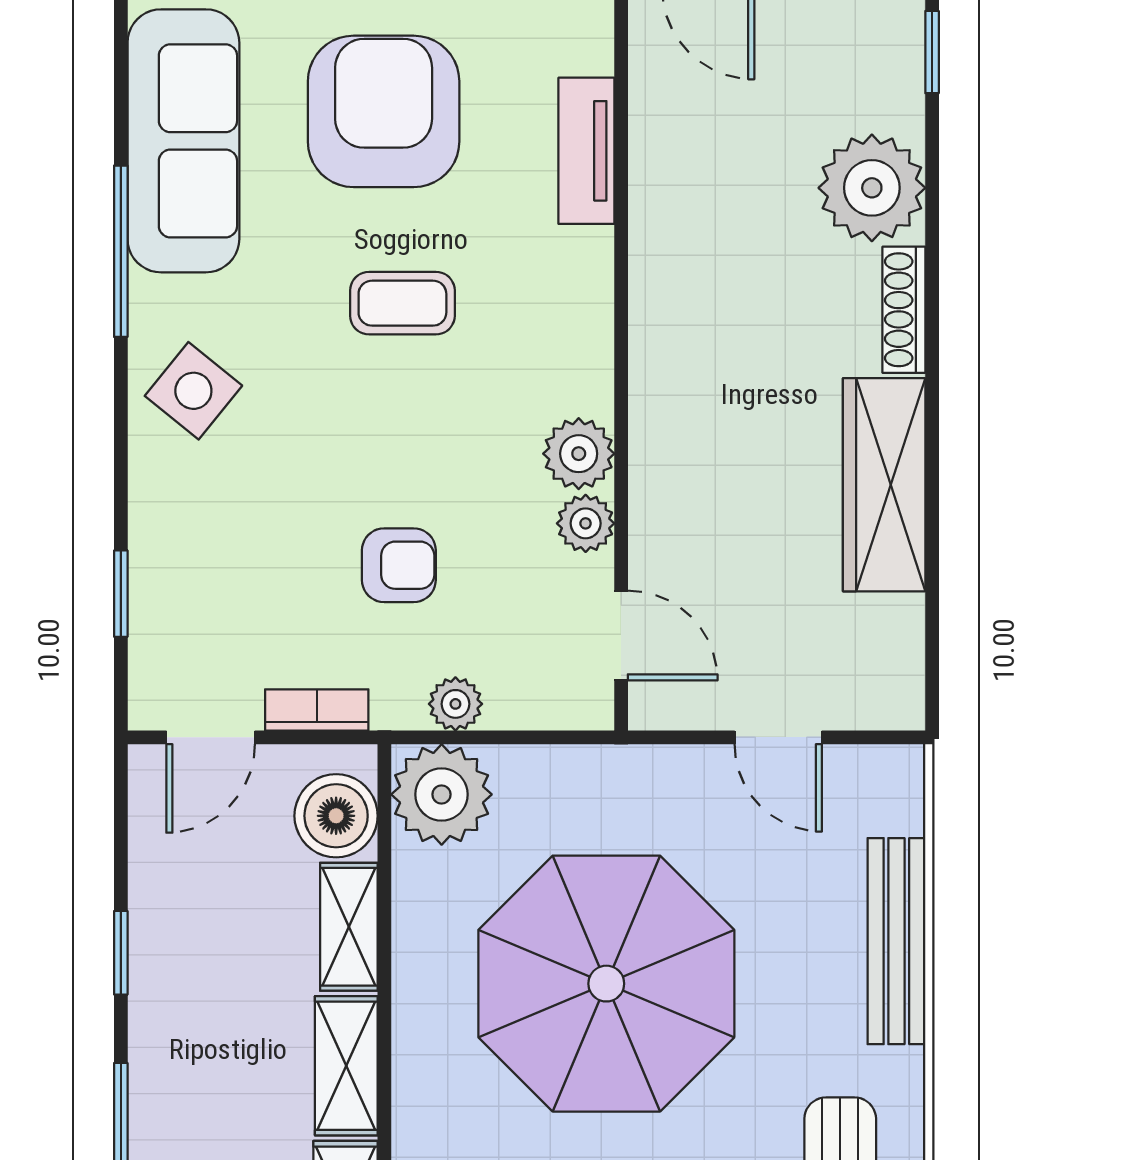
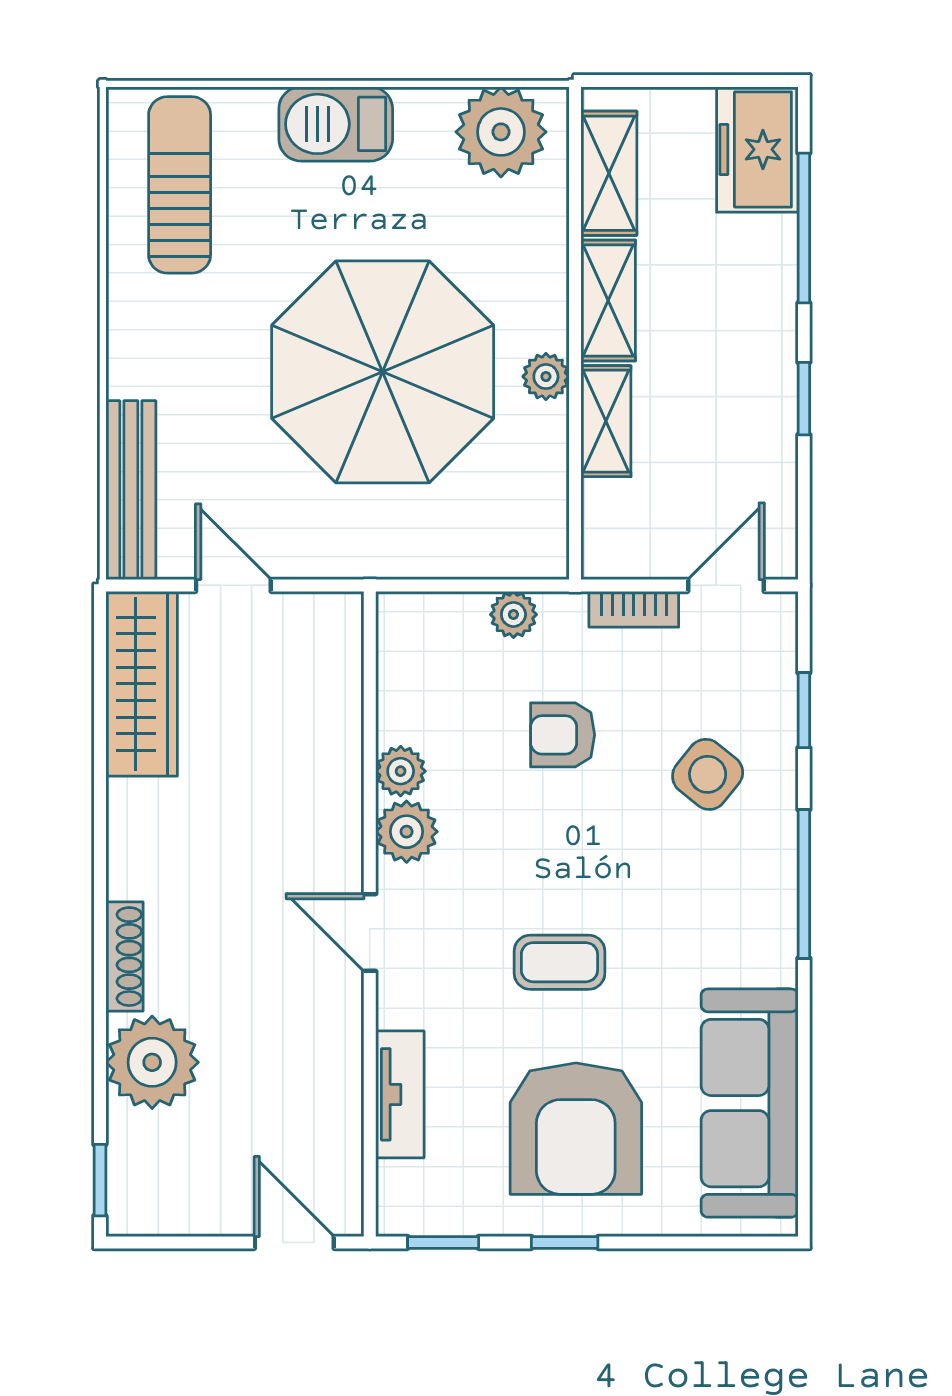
window: (121, 251) -> (804, 884), moved
side table: (193, 391) -> (708, 774), moved
wardrobe: (884, 485) -> (142, 684), moved
door: (621, 636) -> (370, 933), moved
plant: (442, 794) -> (546, 377), moved, width x0.53, depth x0.53
boiler: (336, 816) -> (617, 517), removed
bench: (896, 941) -> (131, 490), moved

